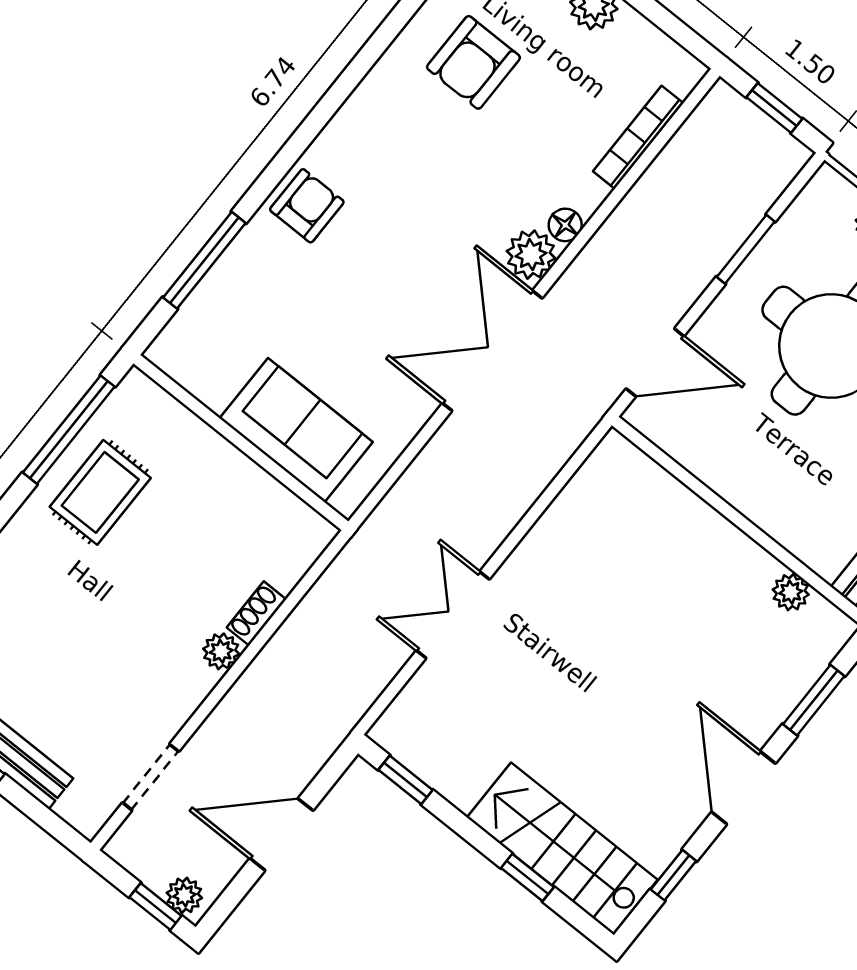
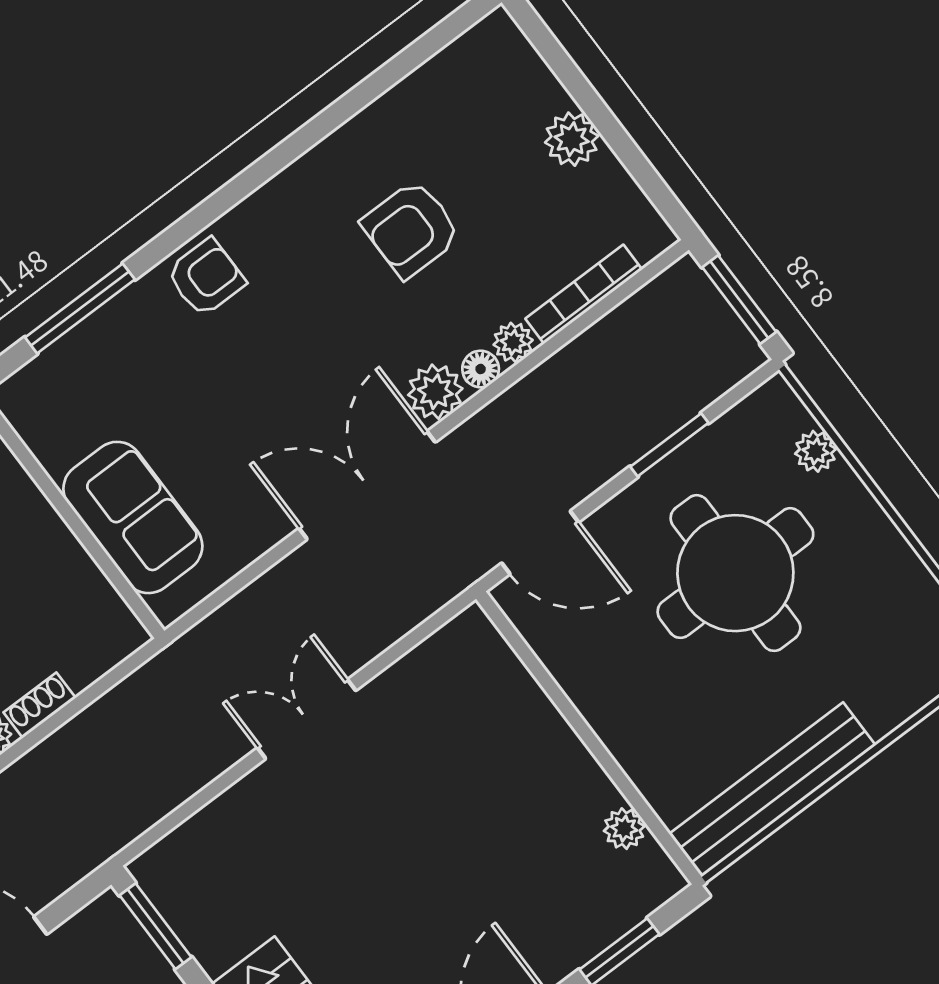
armchair: (473, 62) -> (411, 229), moved
window: (774, 108) -> (739, 300), width x1.50
plant: (588, 195) -> (513, 342), added
double door: (453, 615) -> (307, 719), moved
window: (406, 780) -> (155, 926), width x1.50

